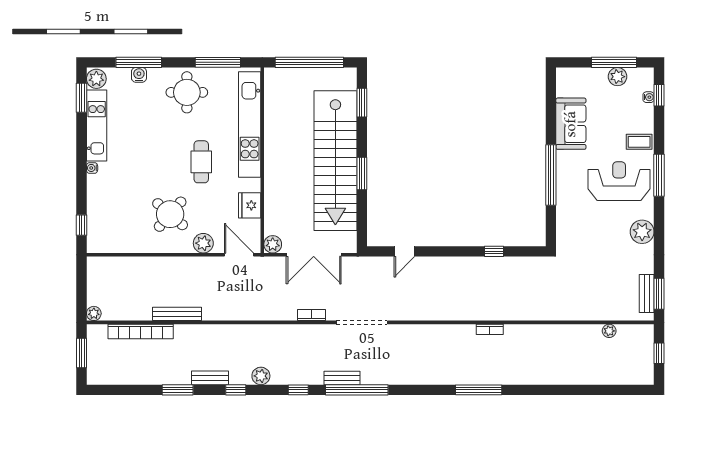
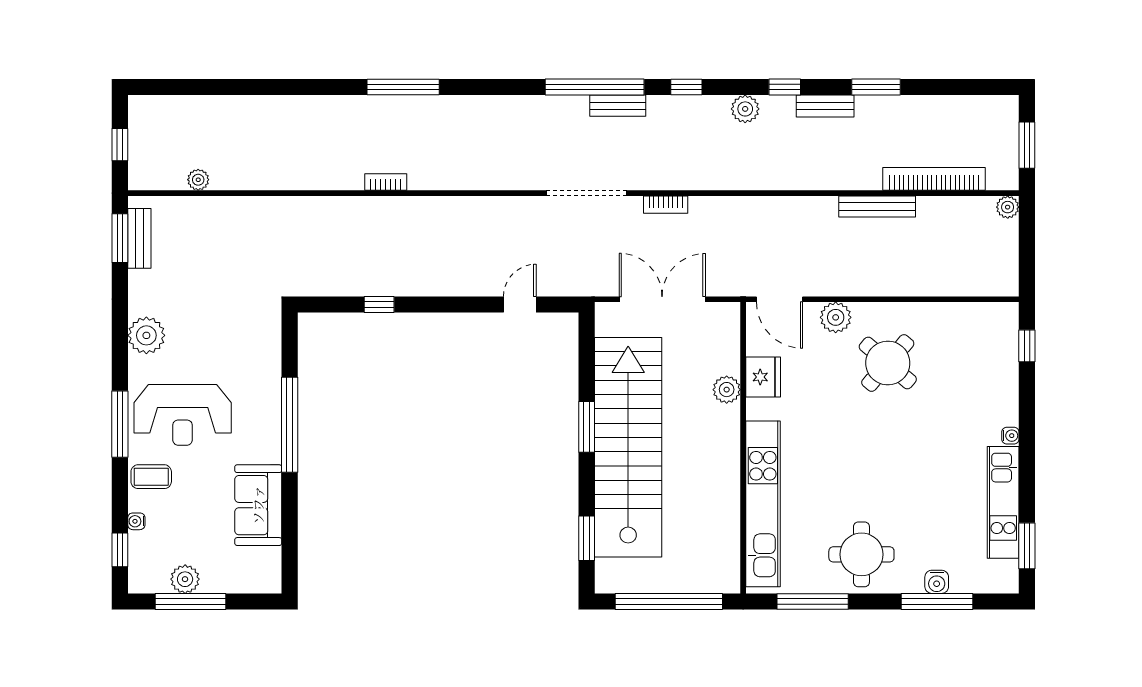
plant: (96, 79) -> (1004, 576), removed
water cooler: (649, 97) -> (136, 521), moved
cafe table: (201, 162) -> (839, 445), removed
plant: (273, 244) -> (727, 390), moved

